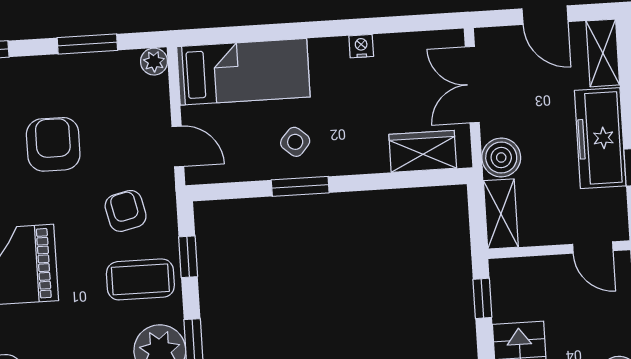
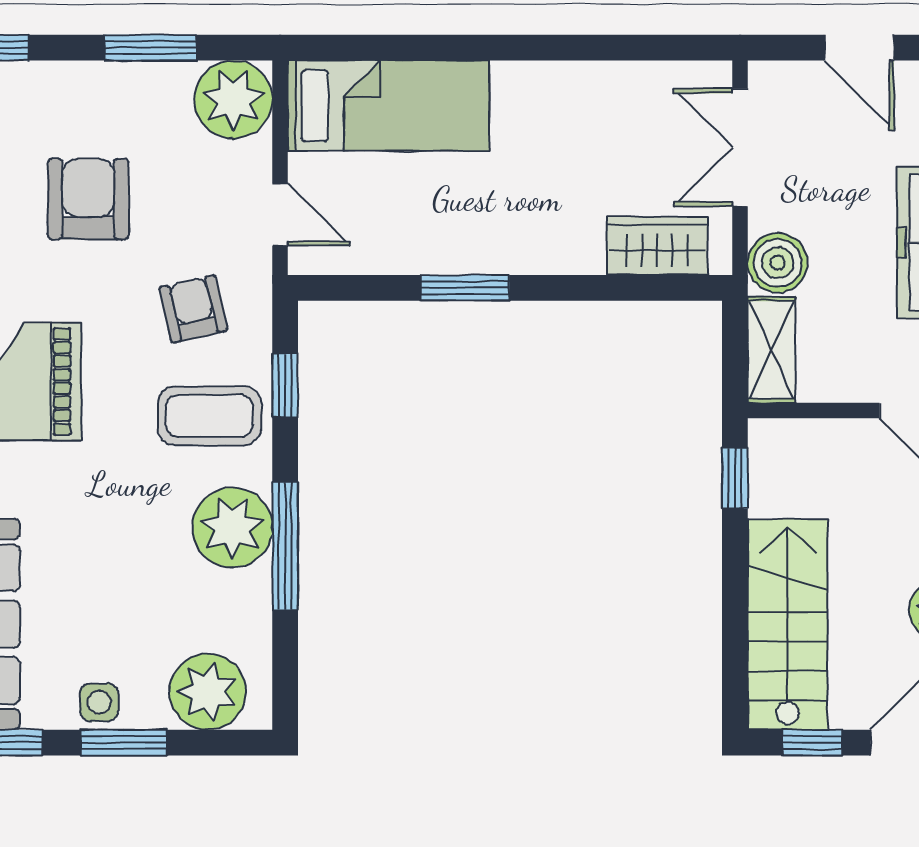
nightstand: (361, 46) -> (573, 78), removed
plant: (154, 62) -> (233, 99), width x1.87, depth x1.87
side table: (295, 142) -> (461, 219), removed

